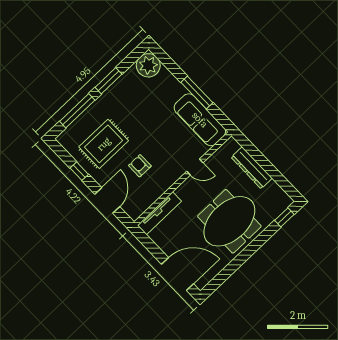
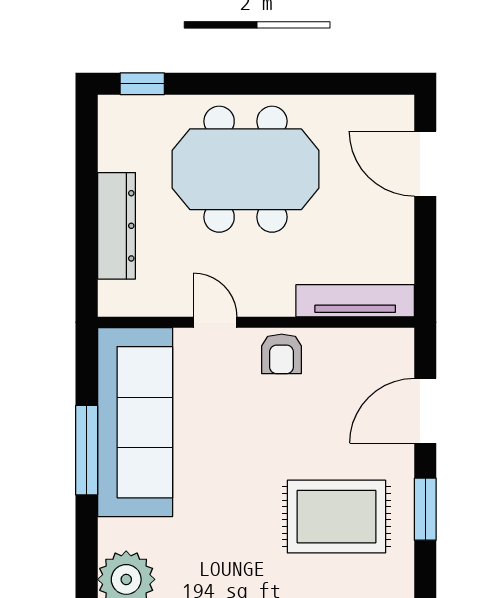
sofa: (200, 120) -> (135, 422), width x1.36, depth x1.27
armchair: (140, 166) -> (282, 354), moved
window: (79, 171) -> (425, 509), width x1.50
door: (178, 274) -> (425, 164), width x0.73

